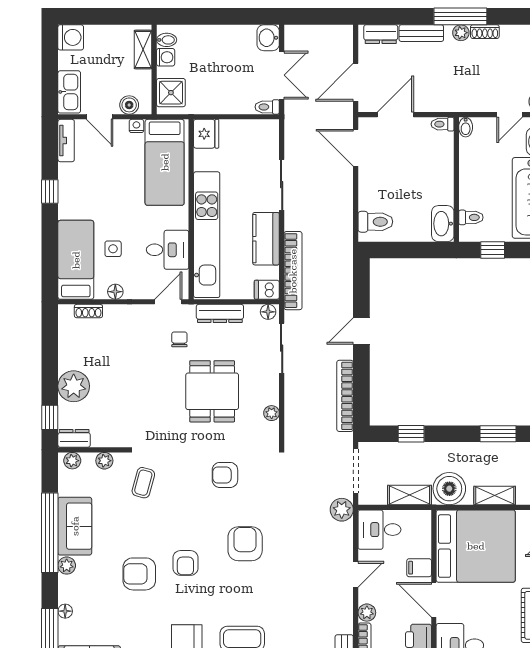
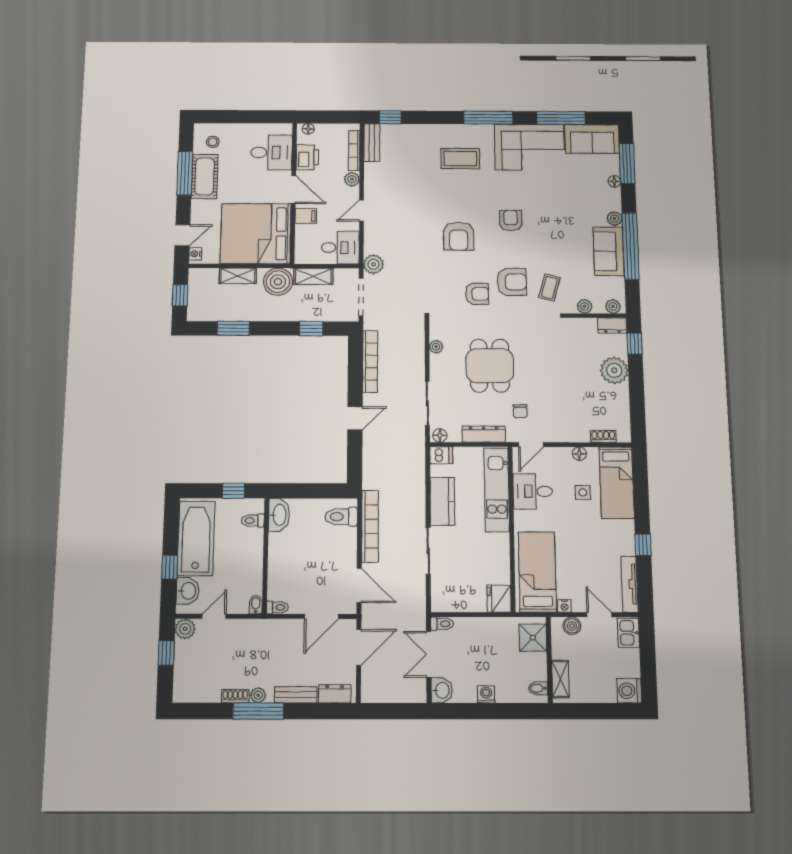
washing machine: (166, 57) -> (486, 694), moved, turned 90
kitchen sink: (69, 92) -> (628, 633), width x0.73
tv unit: (66, 141) -> (629, 584), width x1.41
kitchen unit: (207, 235) -> (497, 490), width x0.73
bookcase: (293, 271) -> (370, 526), moved, turned 180
armchair: (139, 574) -> (512, 282), moved

